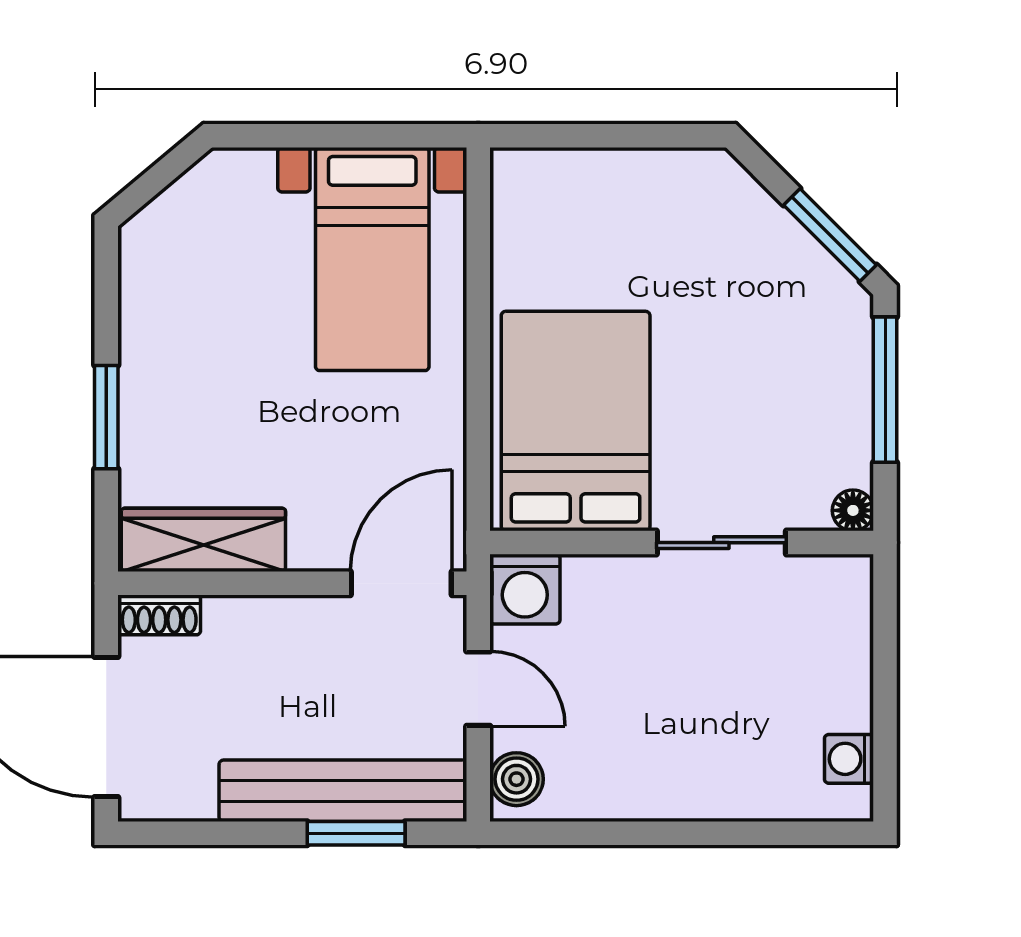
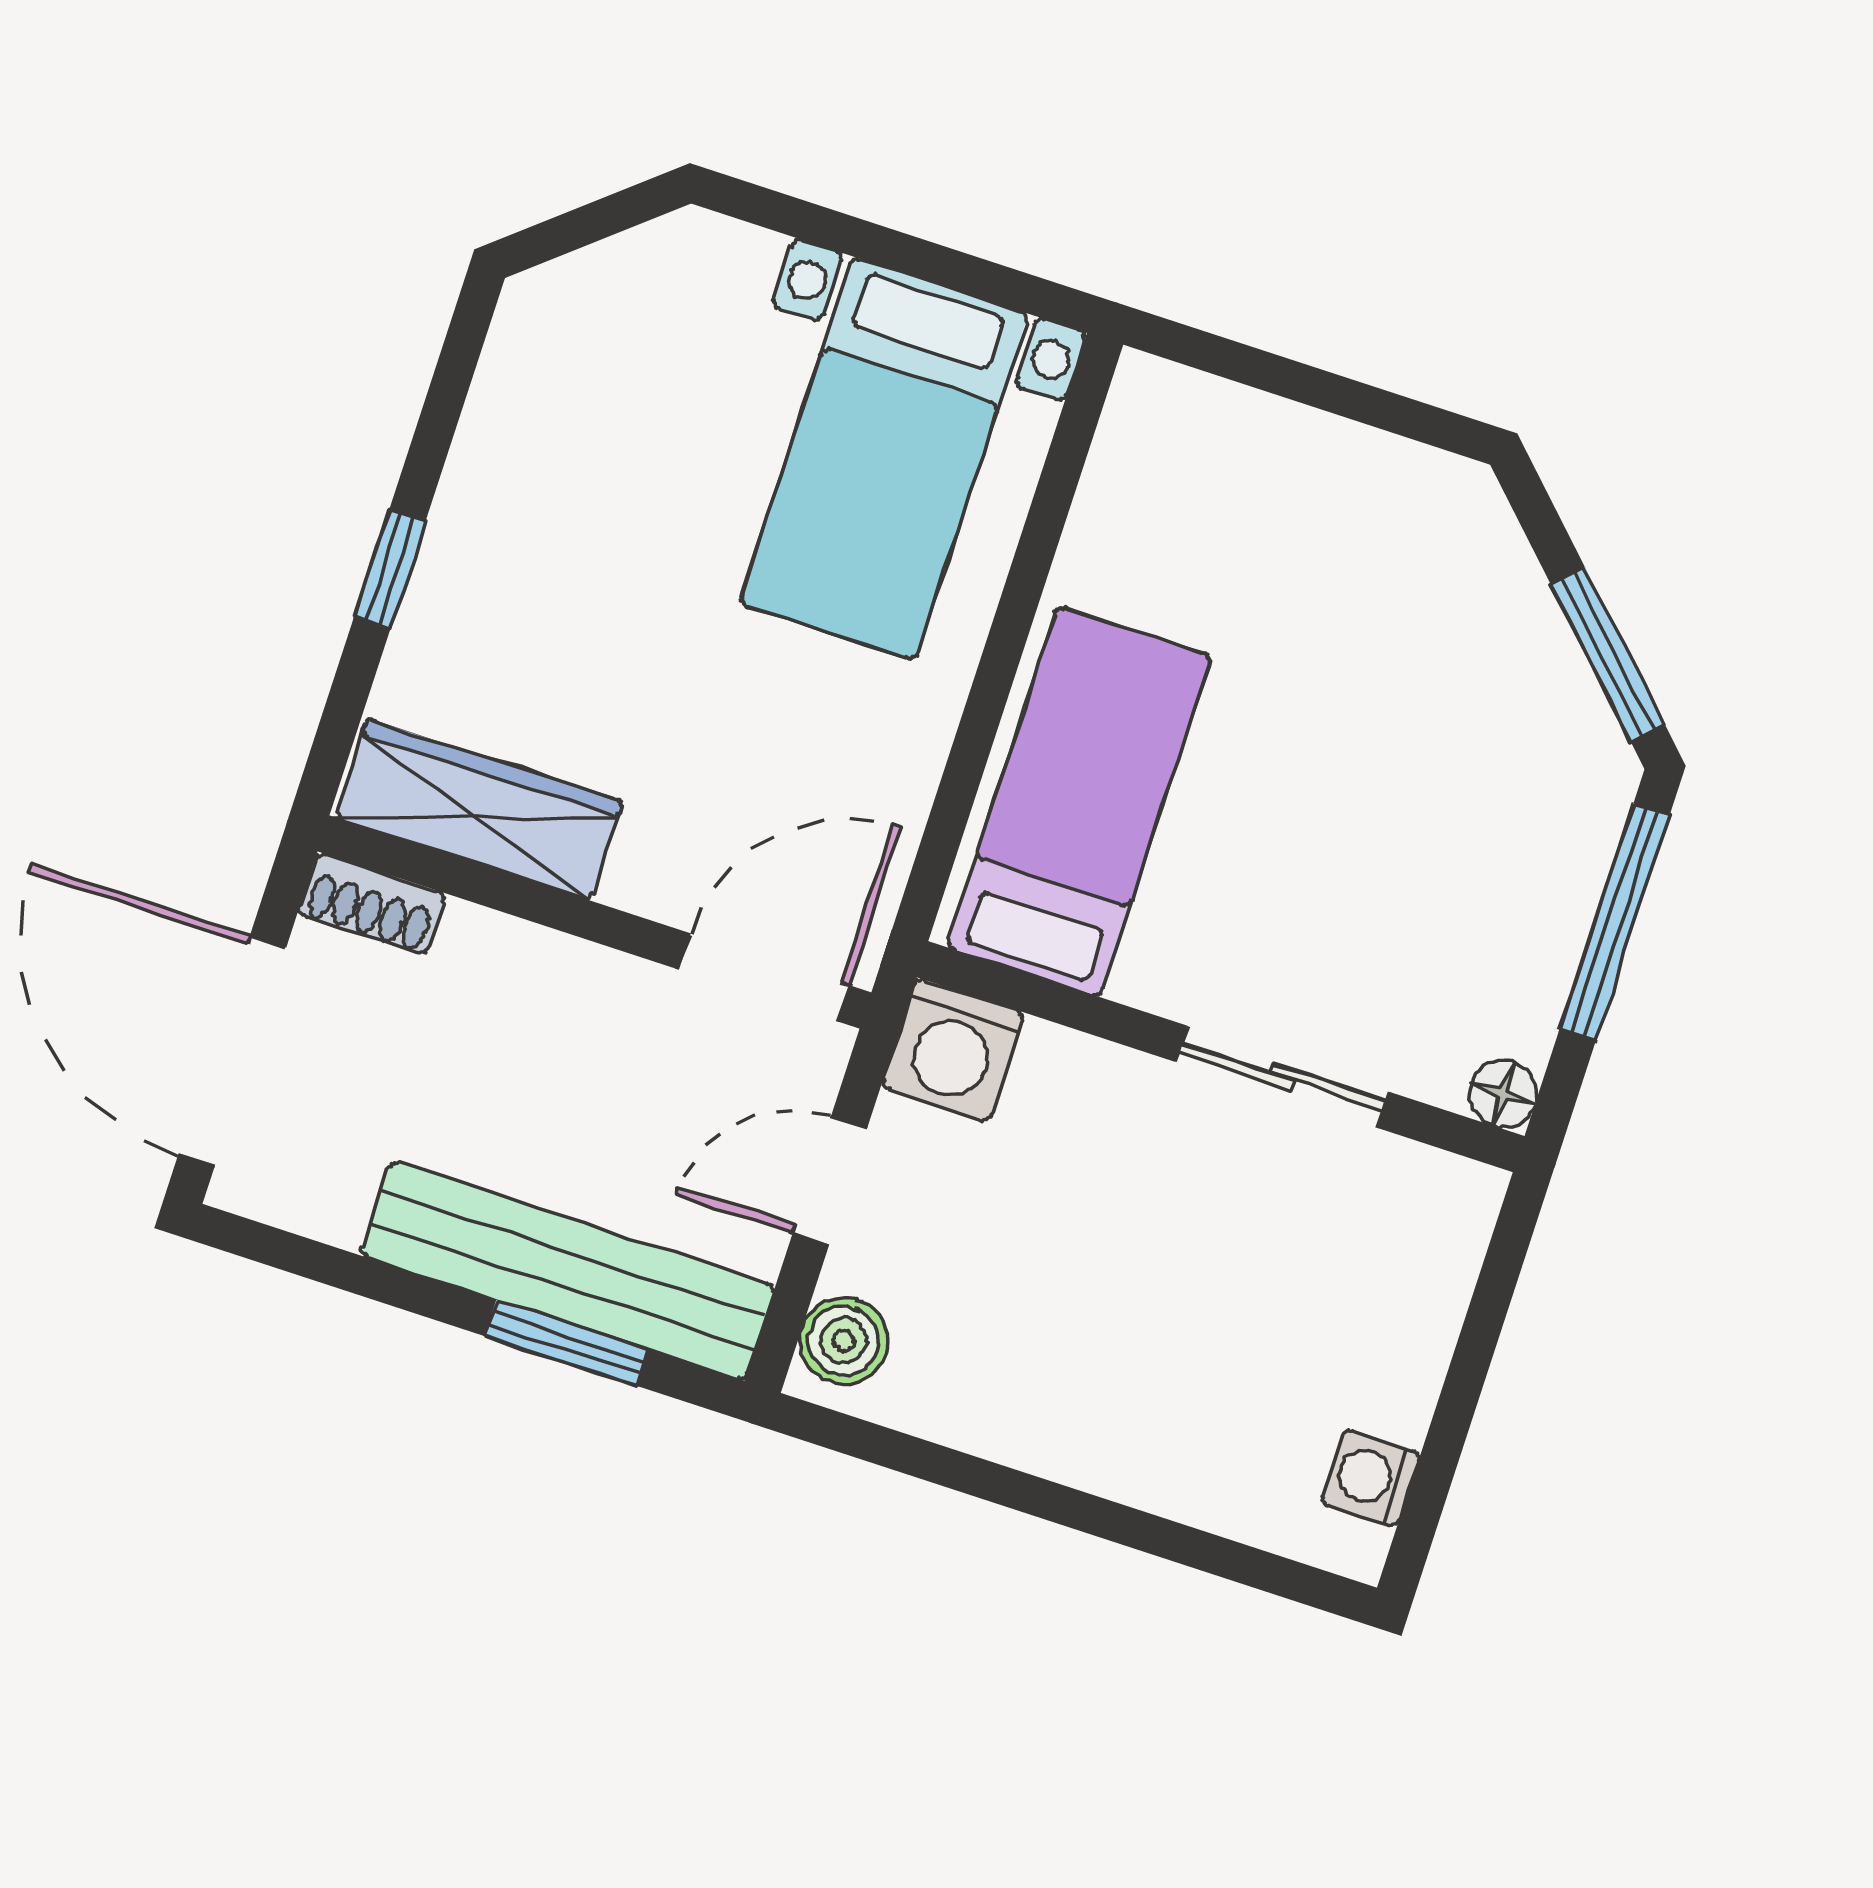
window: (106, 417) -> (390, 569), width x0.67
bed: (576, 421) -> (1079, 801), width x0.67
door: (478, 689) -> (830, 1180), swing flipped

